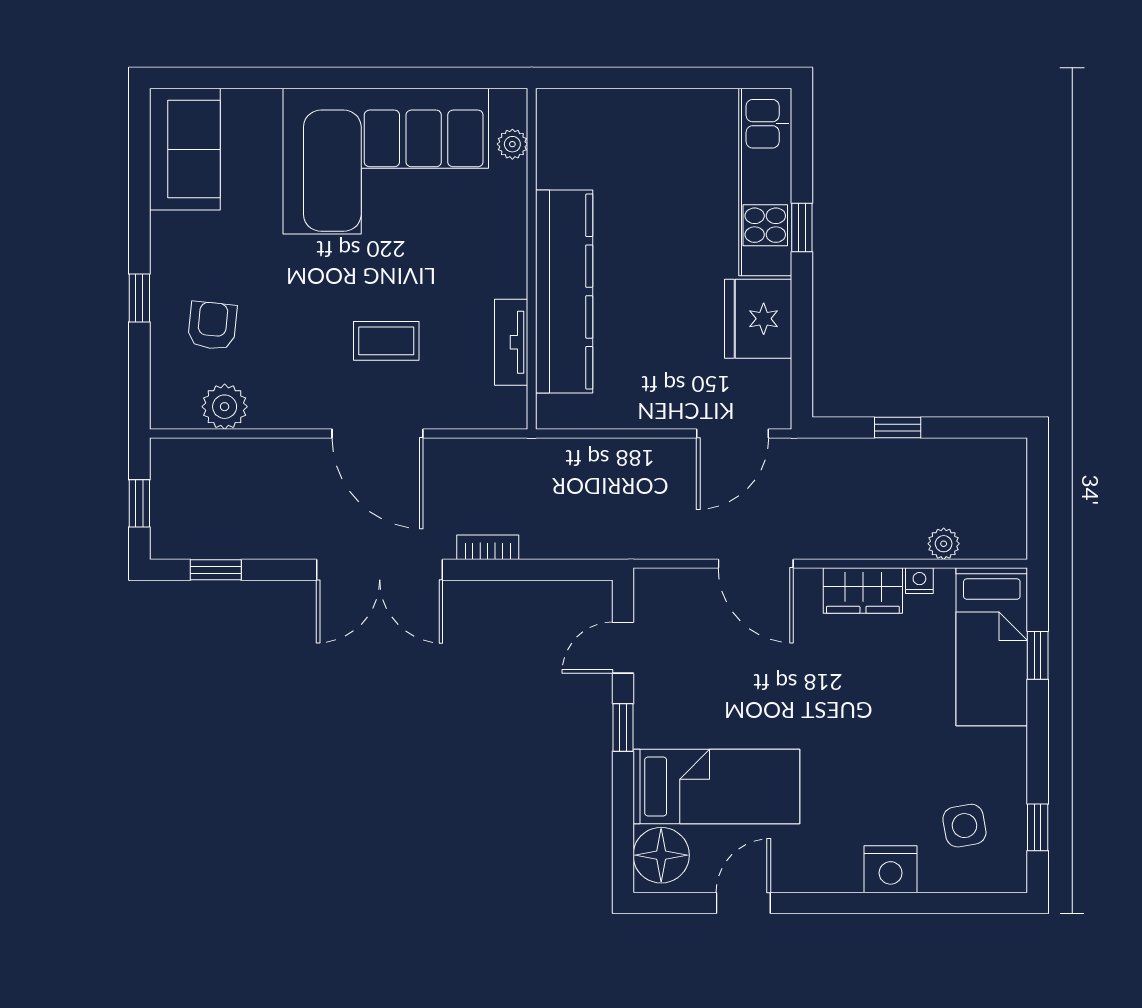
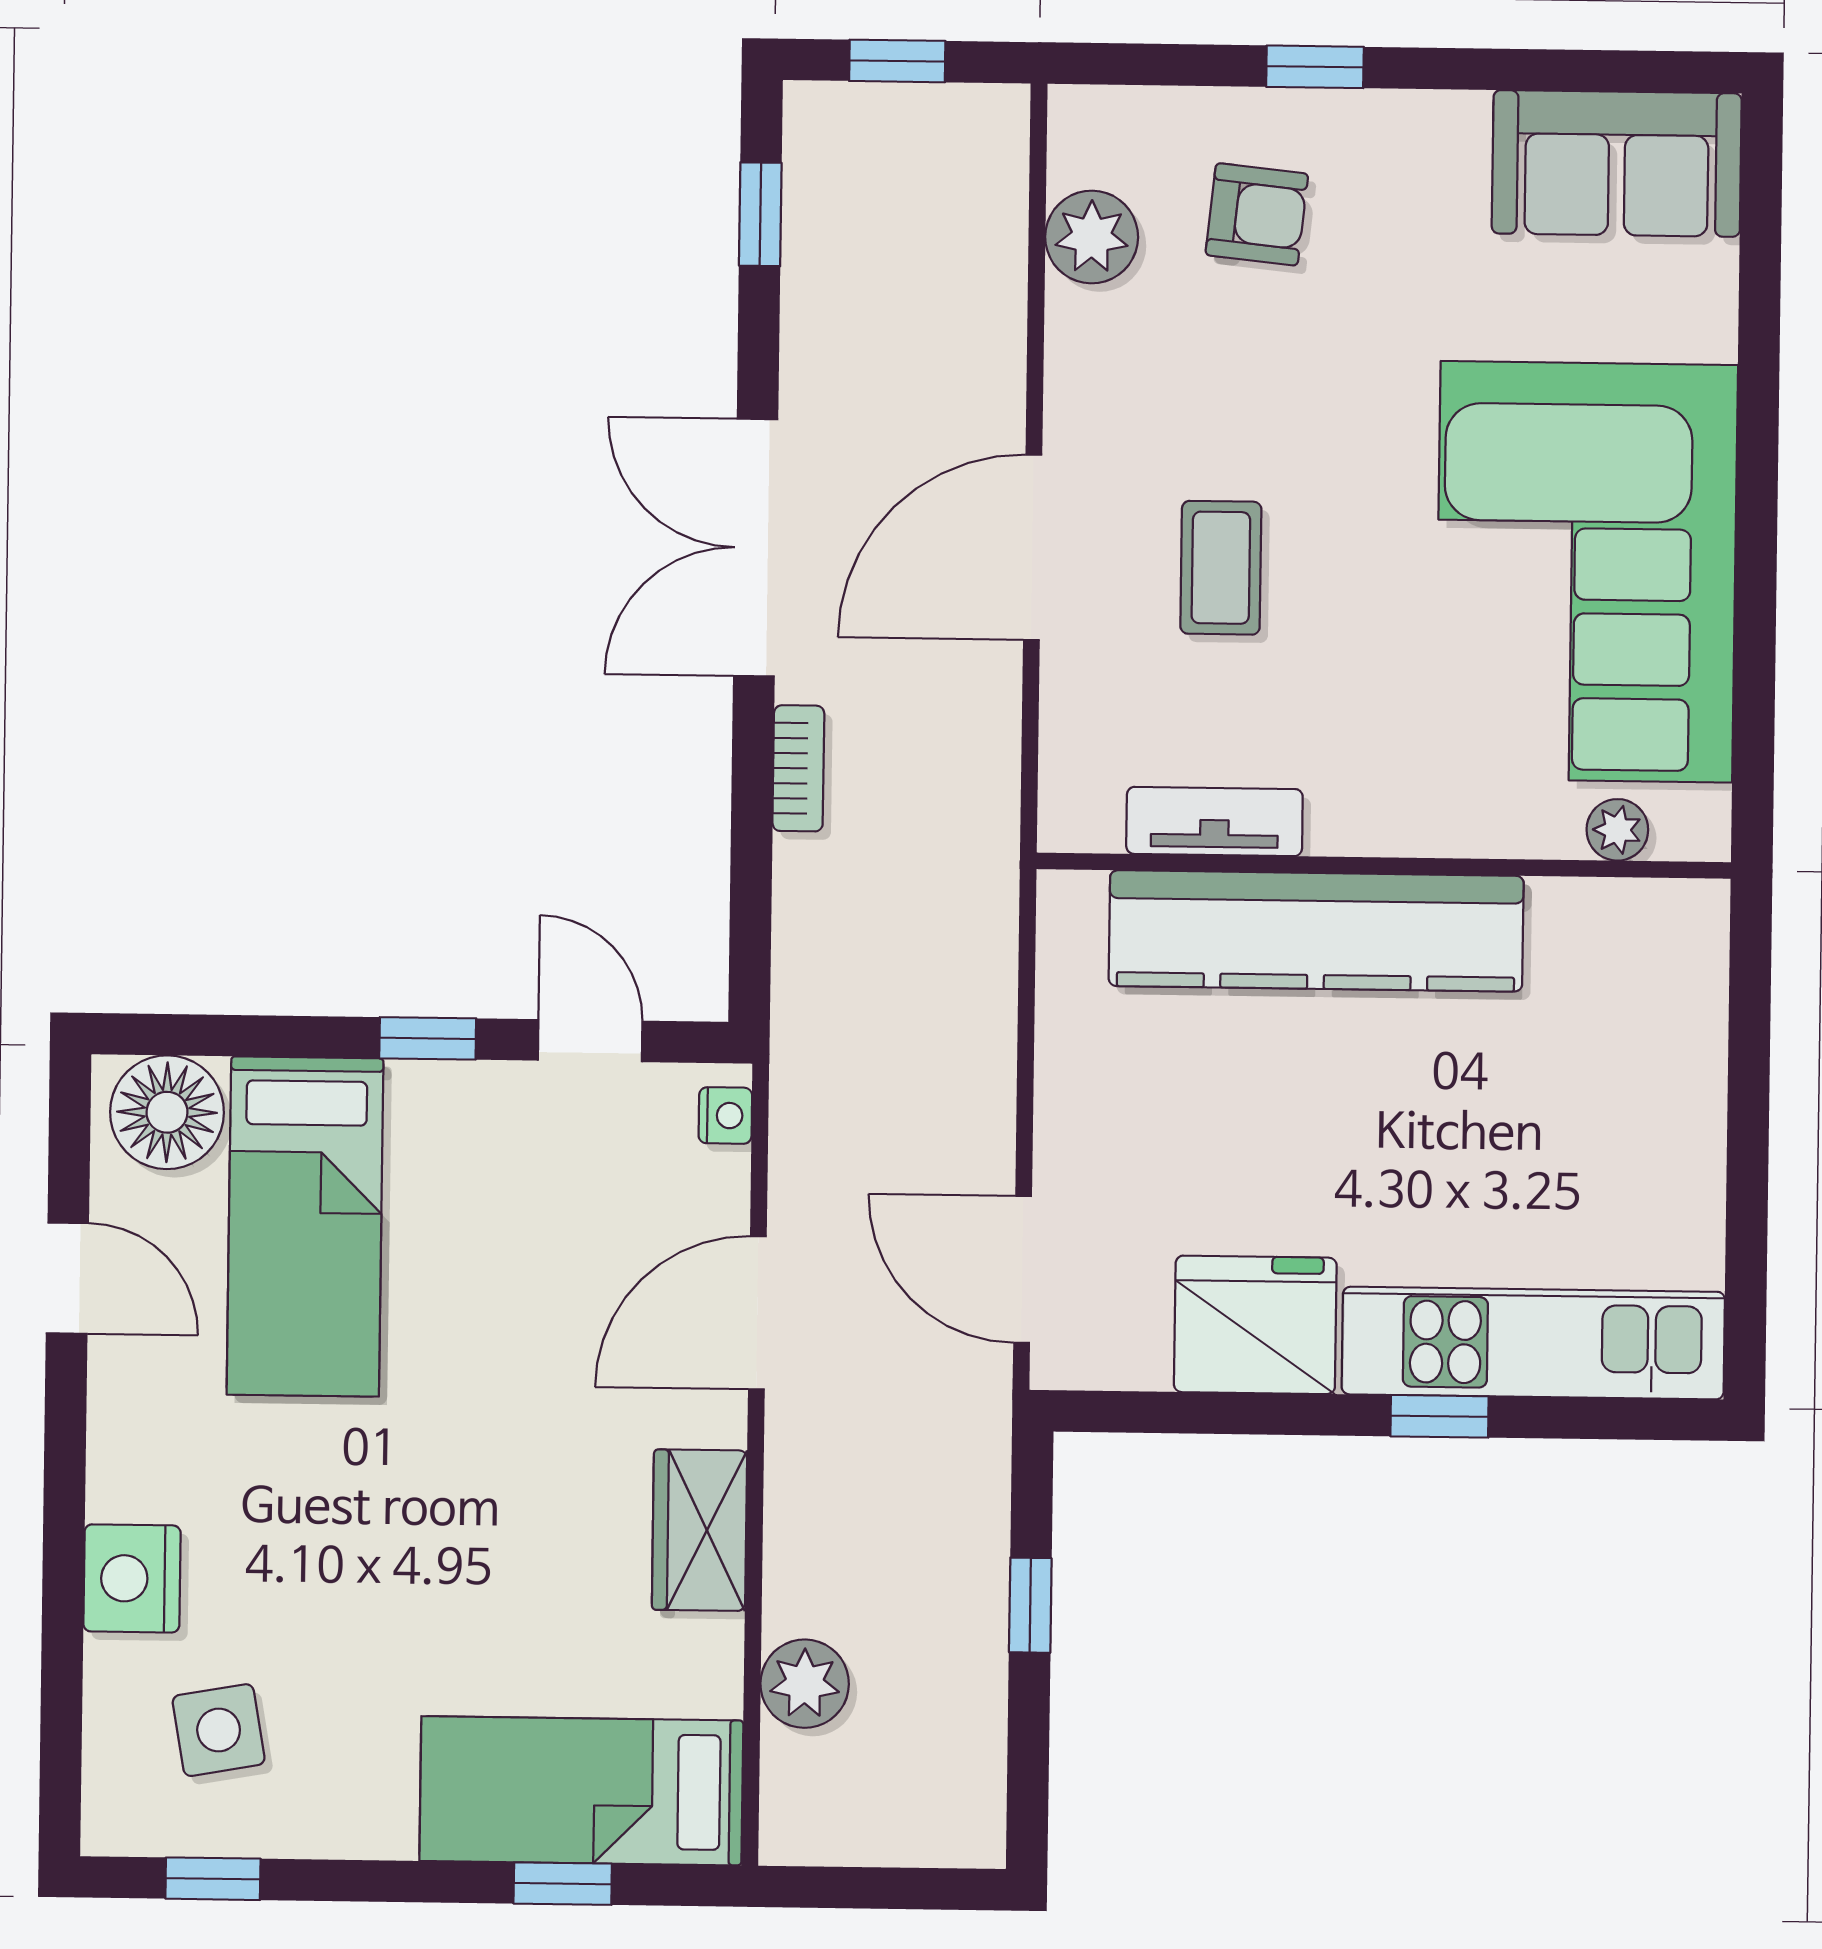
plant: (944, 544) -> (805, 1684), width x1.38, depth x1.38
nightstand: (919, 581) -> (725, 1115), moved

